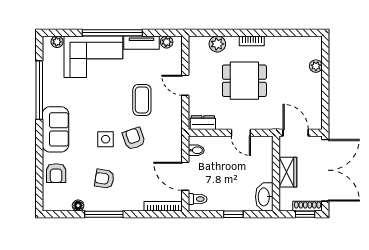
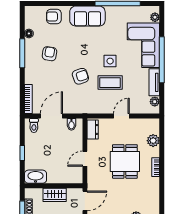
side table: (106, 139) -> (110, 61), moved

